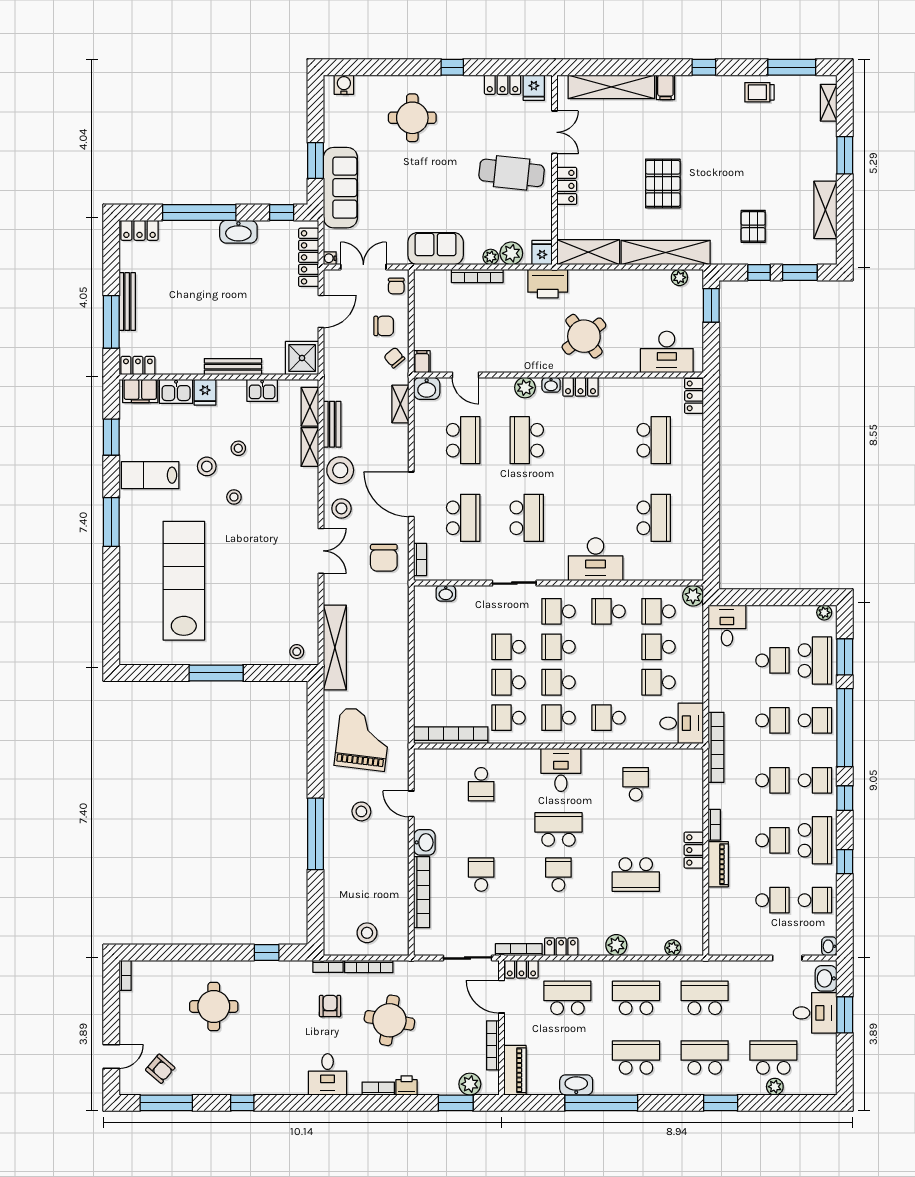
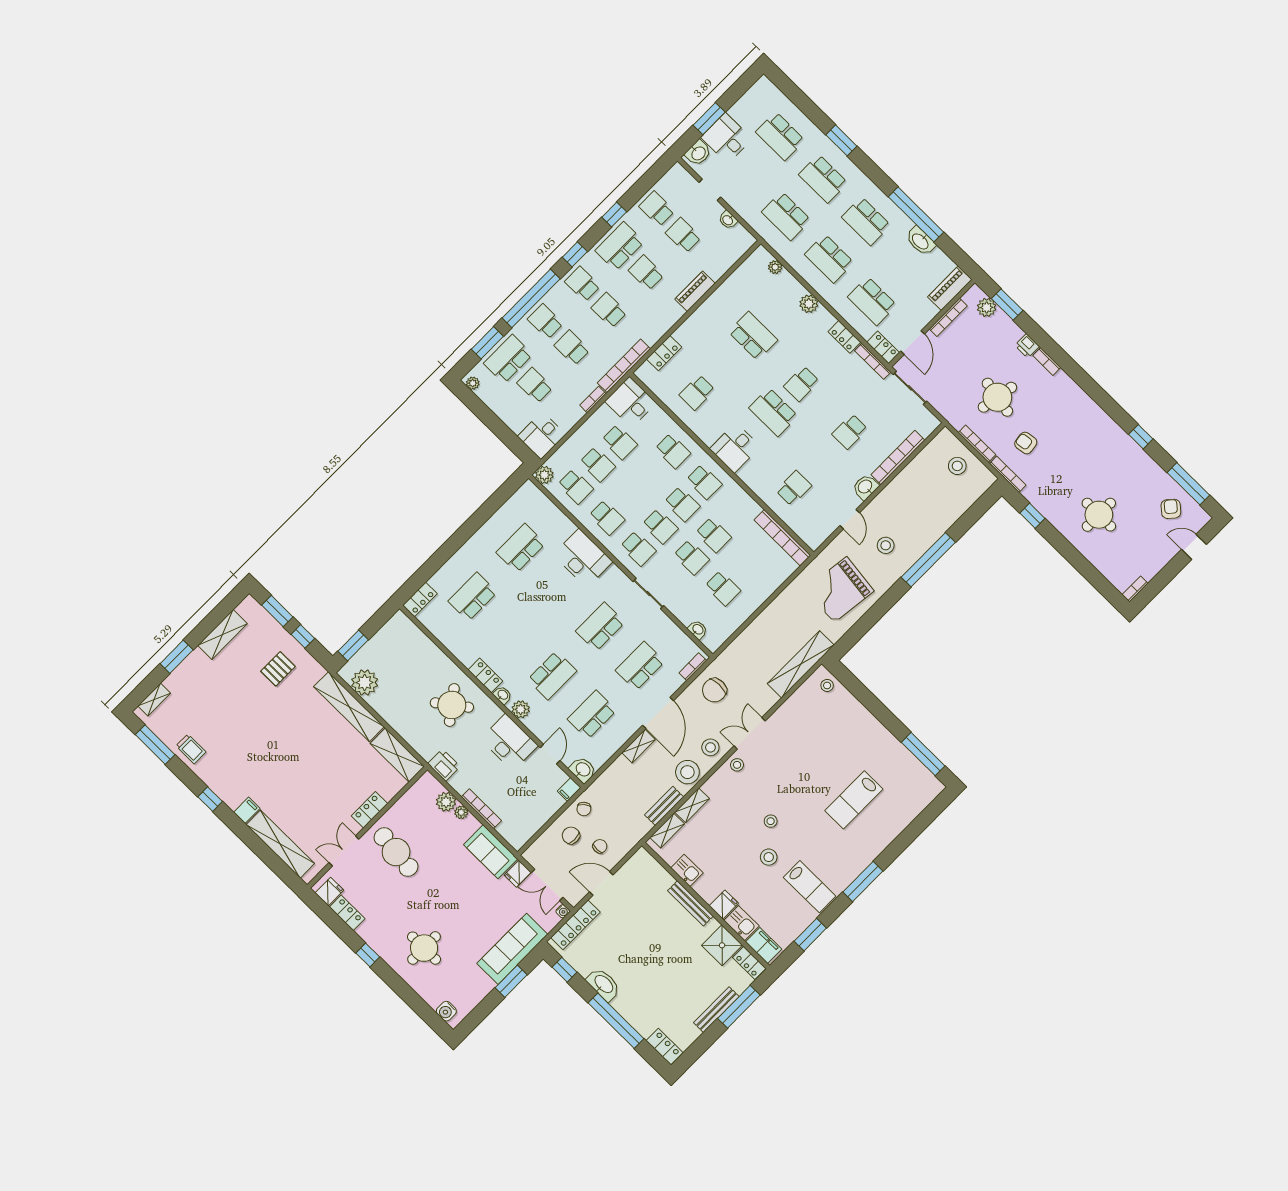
pallet: (663, 183) -> (308, 752), removed
fridge: (542, 253) -> (518, 874), moved
plant: (679, 277) -> (365, 682), width x1.87, depth x1.87
printer: (548, 284) -> (444, 765), width x0.73, depth x0.84
chair: (396, 286) -> (600, 846), moved
desk: (667, 352) -> (509, 742), moved
shower: (302, 358) -> (722, 945), moved
shelving: (400, 404) -> (639, 746), moved
stool: (238, 448) -> (737, 765), moved
chair: (384, 558) -> (714, 690), turned 180
lab bench: (184, 581) -> (854, 800), width x0.54, depth x0.72
window: (216, 673) -> (923, 754), moved
school desk: (508, 718) -> (723, 588), moved
bookcase: (714, 825) -> (593, 399), moved
locker: (694, 850) -> (664, 353), moved
washbasin: (829, 946) -> (728, 220), moved, turned 90
bookcase: (328, 966) -> (1008, 474), width x1.56
armchair: (330, 1006) -> (1026, 443), turned 82
desk: (328, 1074) -> (1070, 402), removed
plant: (775, 1087) -> (797, 117), removed

